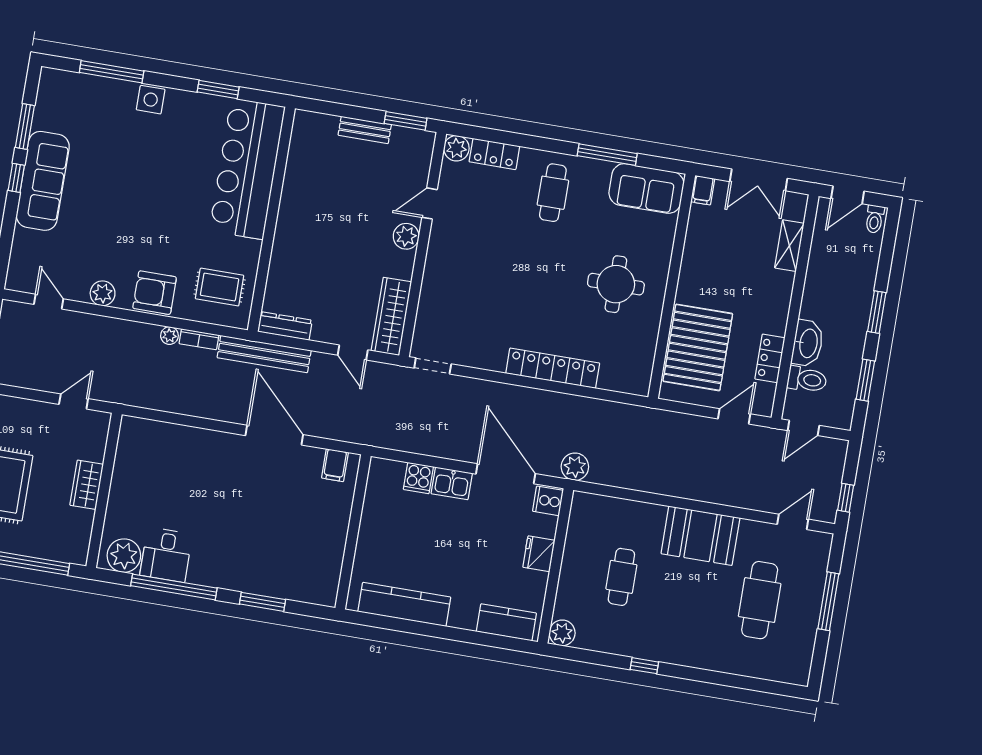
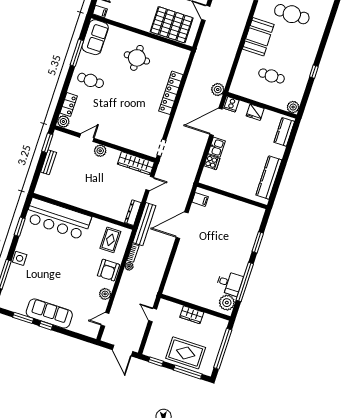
door: (430, 203) -> (87, 138), swing flipped

